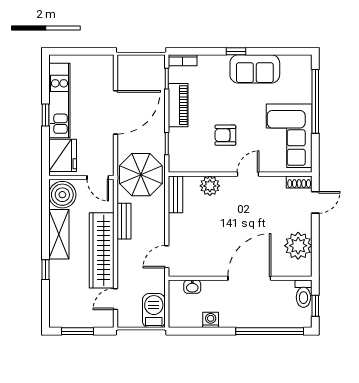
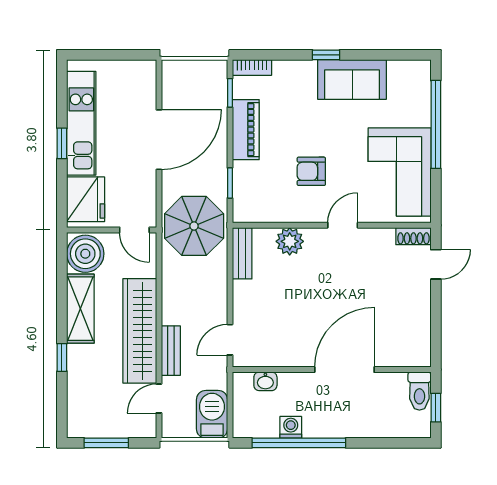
bench: (124, 221) -> (171, 351), moved
plant: (298, 246) -> (412, 324), removed
window: (270, 331) -> (299, 443), moved

